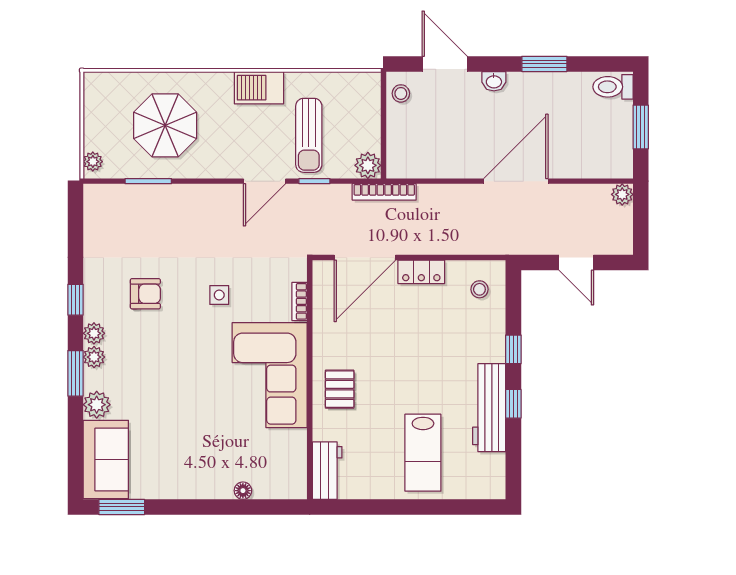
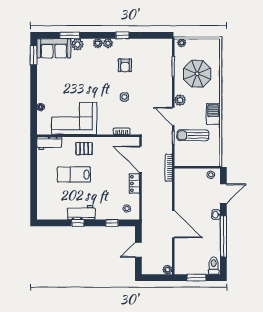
window: (544, 64) -> (223, 236), width x2.11
plant: (368, 165) -> (180, 100), moved
window: (513, 349) -> (112, 223), moved
window: (75, 373) -> (70, 35), moved
corner sofa: (270, 375) -> (74, 119), moved
workbench: (489, 408) -> (81, 213), width x0.73
lab bench: (423, 453) -> (74, 175), moved

